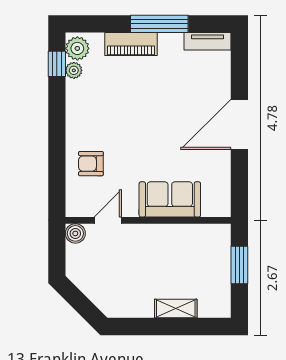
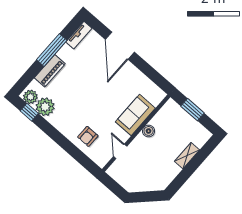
plant: (74, 70) -> (45, 107), width x1.88, depth x1.88
door: (239, 124) -> (120, 46), moved
boiler: (75, 233) -> (149, 131), moved

